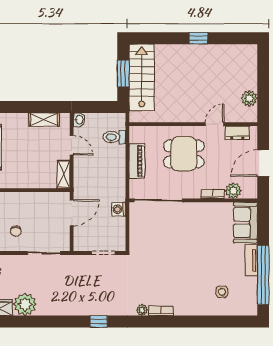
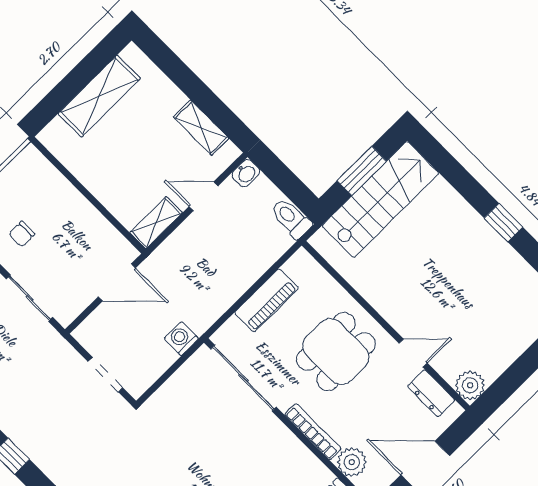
plant: (249, 98) -> (470, 385), moved
toilet: (114, 137) -> (291, 218), moved
door: (72, 145) -> (204, 196), swing flipped
dining table: (184, 154) -> (336, 352), turned 90
bookcase: (213, 194) -> (313, 432), width x1.56

